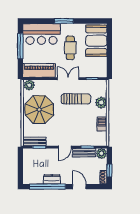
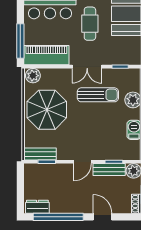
window: (20, 46) -> (20, 41), moved
double door: (68, 79) -> (87, 67), swing flipped
dresser: (52, 179) -> (37, 207), moved

